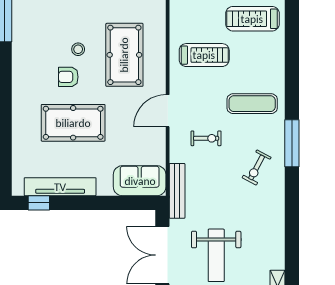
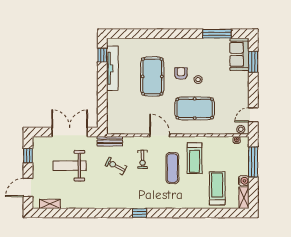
exercise mat: (252, 104) -> (172, 168), moved
window: (292, 143) -> (140, 213), width x0.46
exercise bike: (257, 167) -> (116, 166), moved
sofa: (140, 181) -> (116, 118), removed
bench: (177, 191) -> (110, 141), width x0.73

